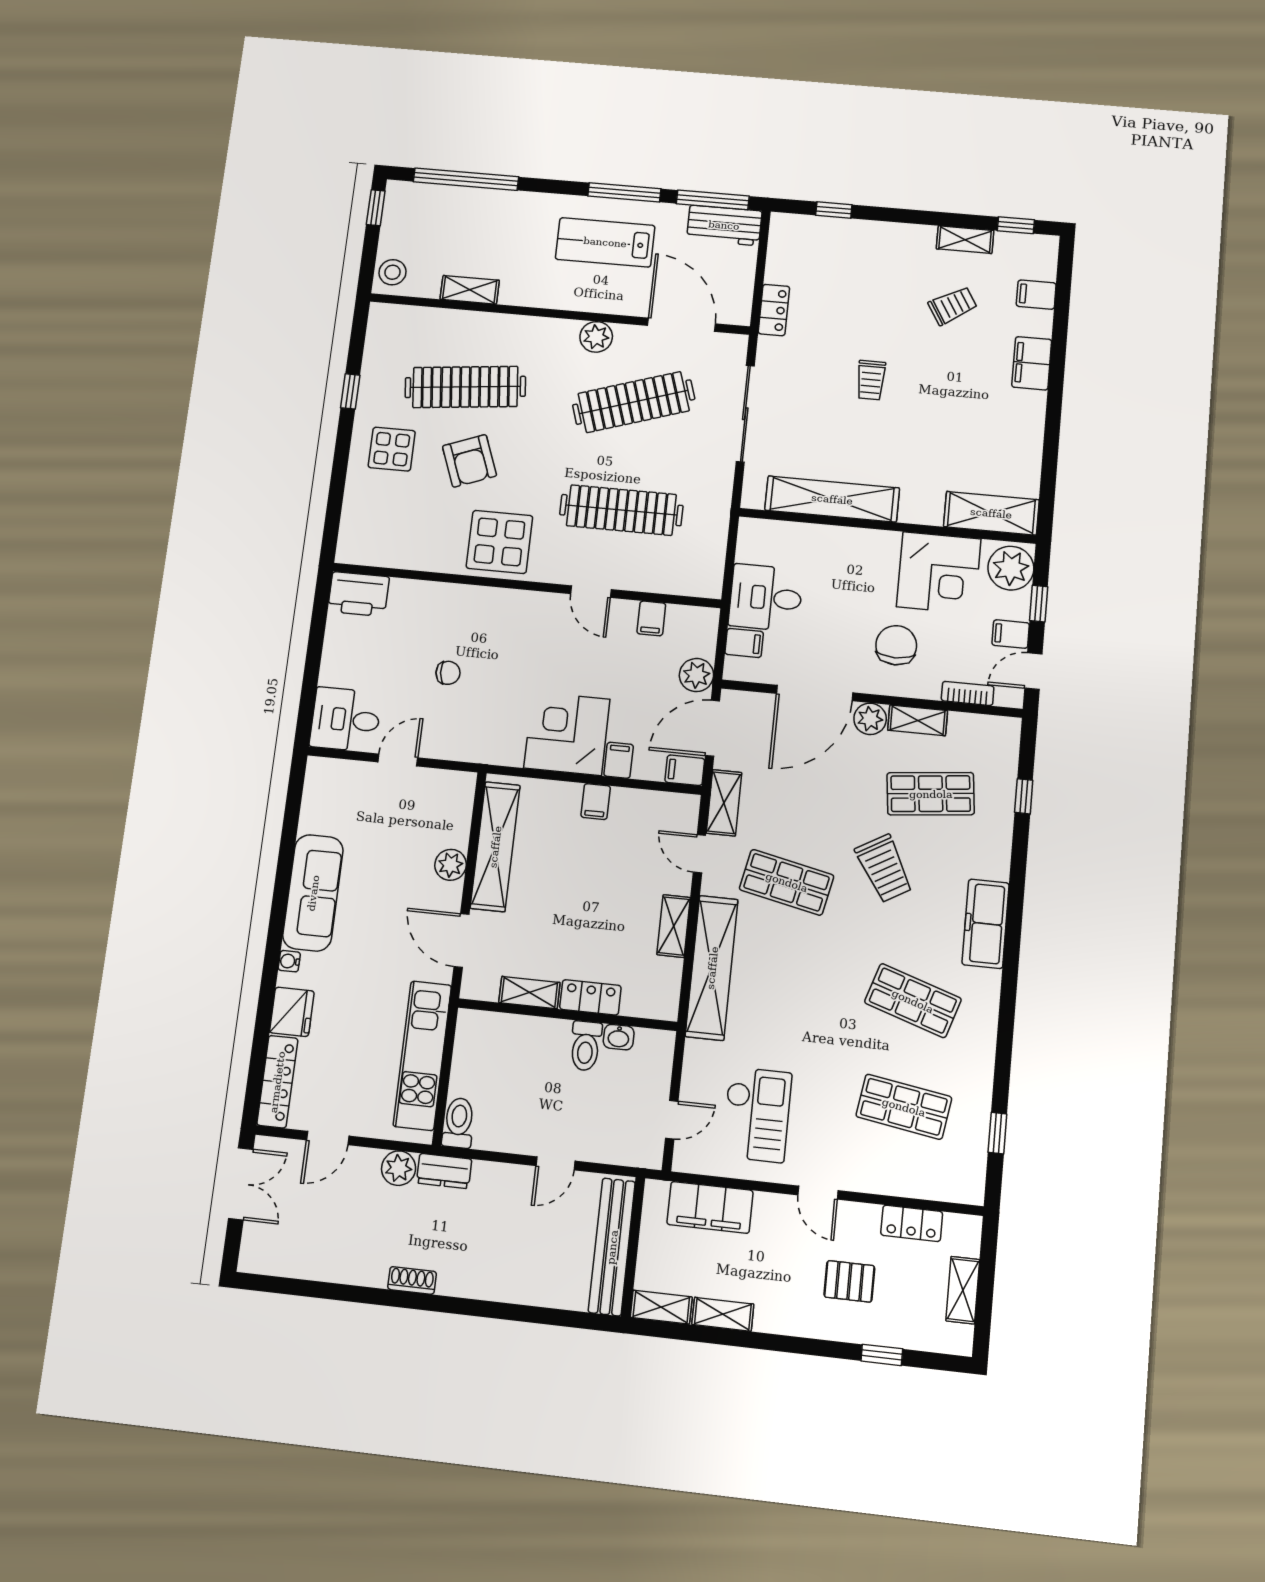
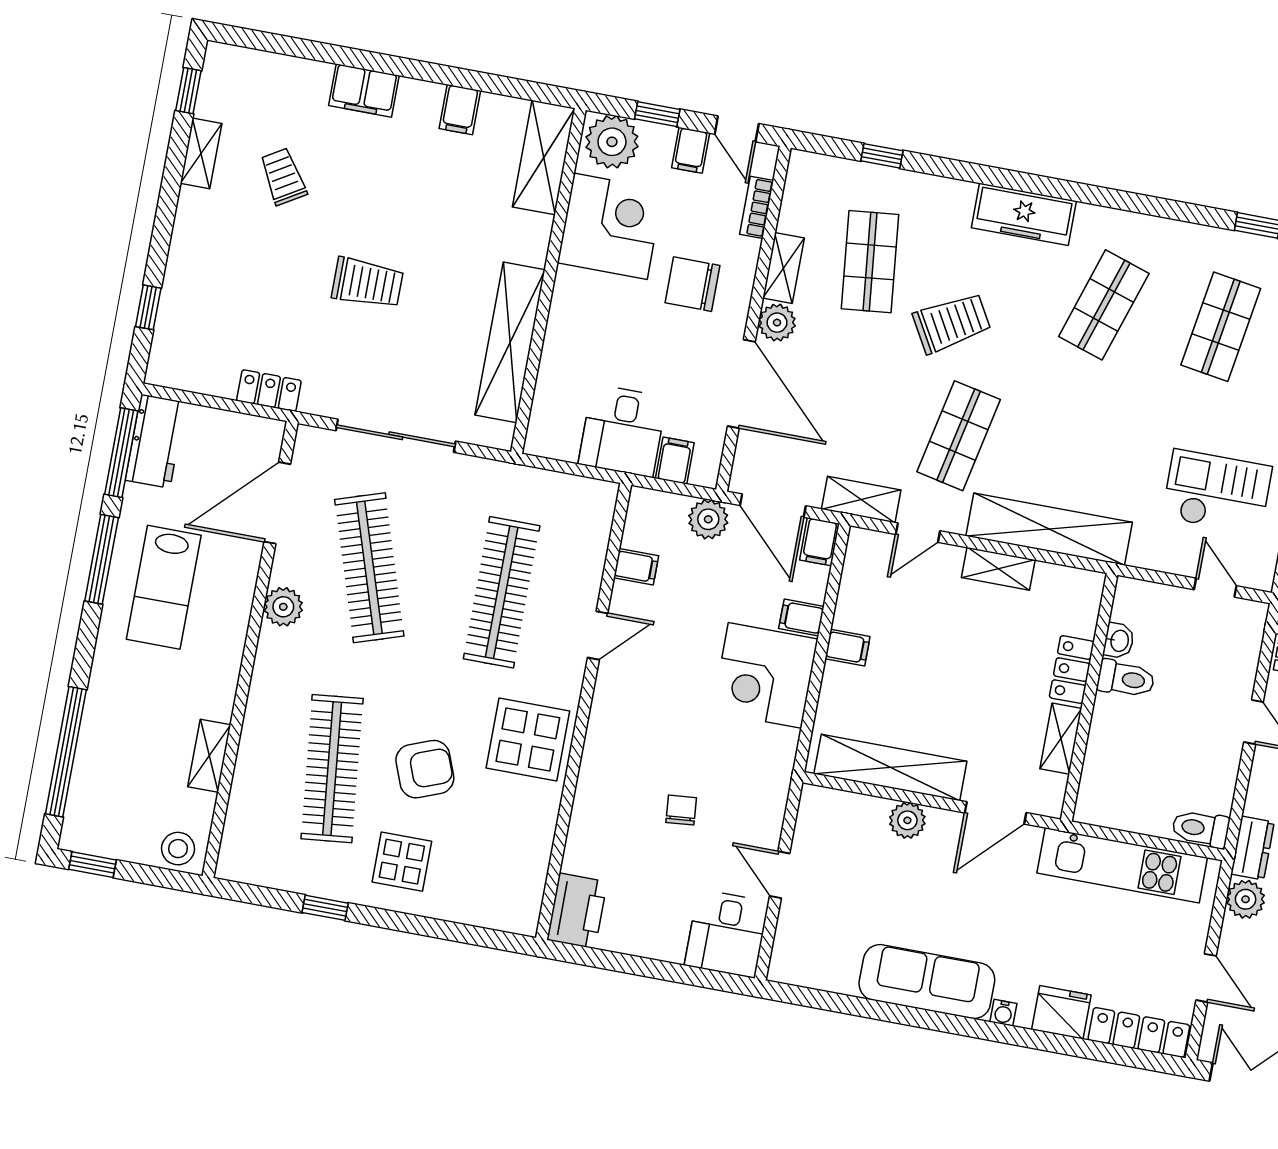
filing cabinet: (1036, 295) -> (460, 110), moved
trolley: (871, 380) -> (367, 283), width x1.36, depth x1.39

